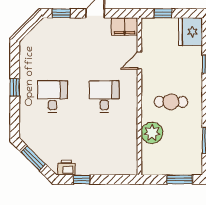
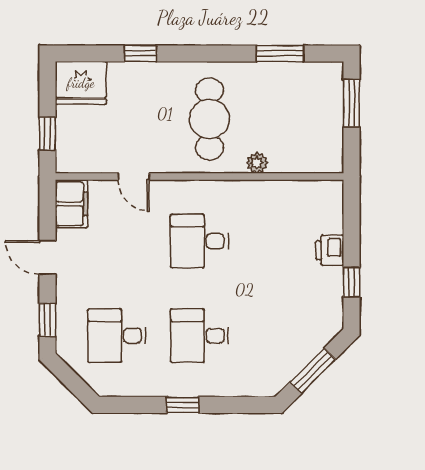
desk: (53, 51) -> (117, 336), added
cafe table: (171, 102) -> (209, 119), width x1.37, depth x1.35
plant: (152, 133) -> (257, 163), width x0.53, depth x0.53
printer: (66, 168) -> (330, 250), moved

